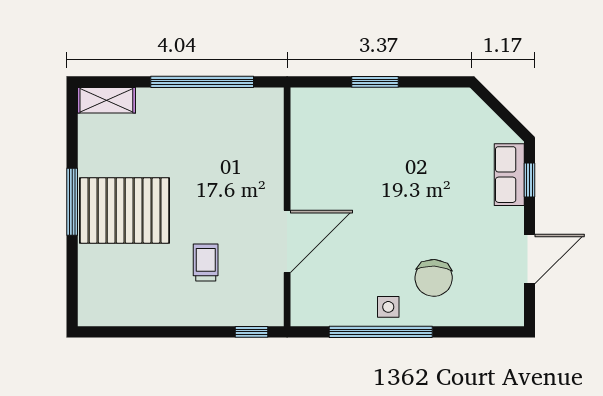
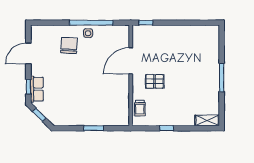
window: (202, 82) -> (167, 128), width x0.32
window: (504, 114) -> (39, 115), added
pallet: (125, 210) -> (155, 81), moved, width x0.49, depth x0.50
trolley: (206, 262) -> (140, 108), moved

